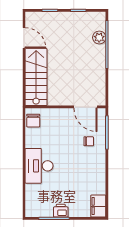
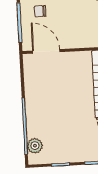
plant: (99, 38) -> (35, 146), moved

